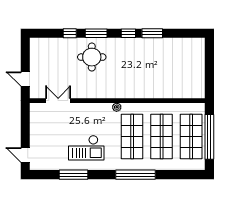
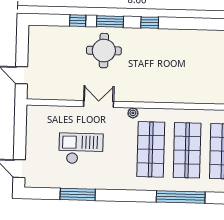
window: (152, 33) -> (179, 23), removed
double door: (58, 101) -> (99, 104), moved
checkout: (86, 148) -> (81, 149), moved, turned 180
window: (136, 175) -> (181, 197), moved

